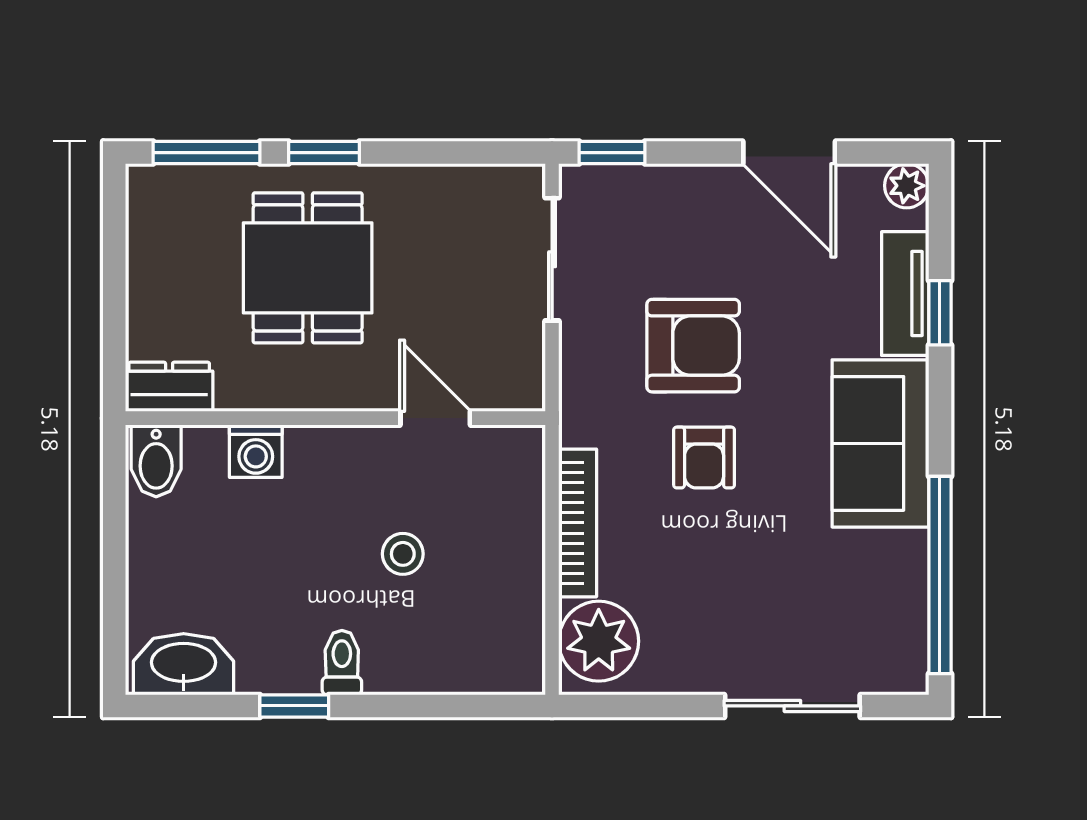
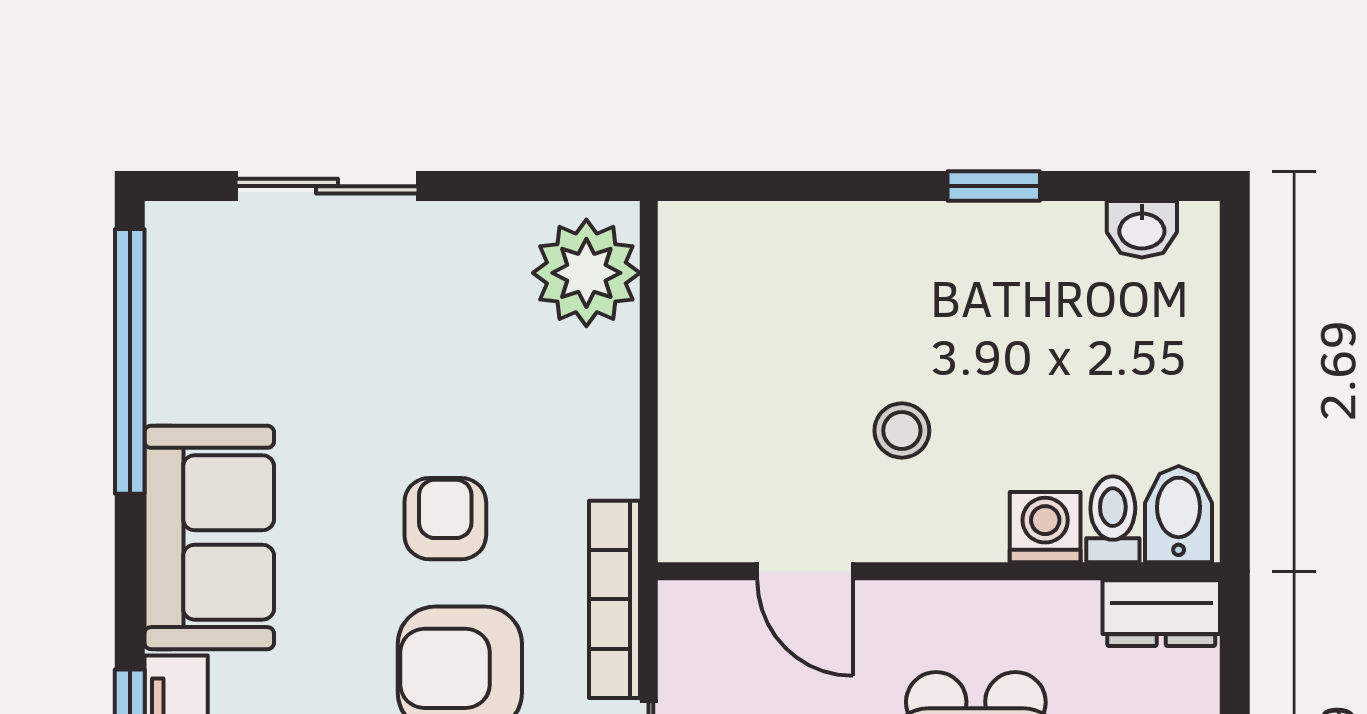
bookcase: (578, 523) -> (614, 599), moved
stool: (403, 554) -> (902, 431), moved
toilet: (342, 663) -> (1113, 519), moved, turned 180
washbasin: (184, 664) -> (1142, 229), width x0.52, depth x0.69

